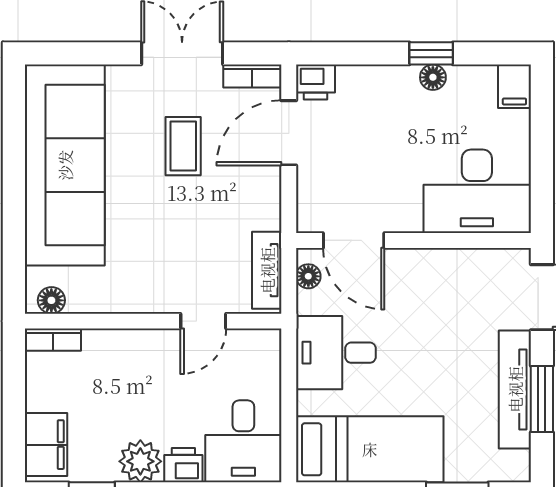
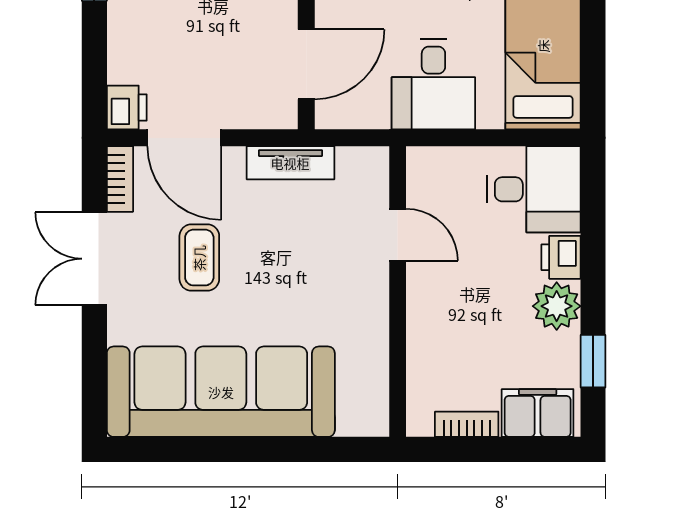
coffee table: (183, 146) -> (199, 258), turned 90
tv unit: (267, 270) -> (290, 163), moved
floor lamp: (308, 276) -> (347, 116), removed
floor lamp: (51, 300) -> (374, 407), removed
bookcase: (53, 340) -> (467, 424), moved, turned -90

